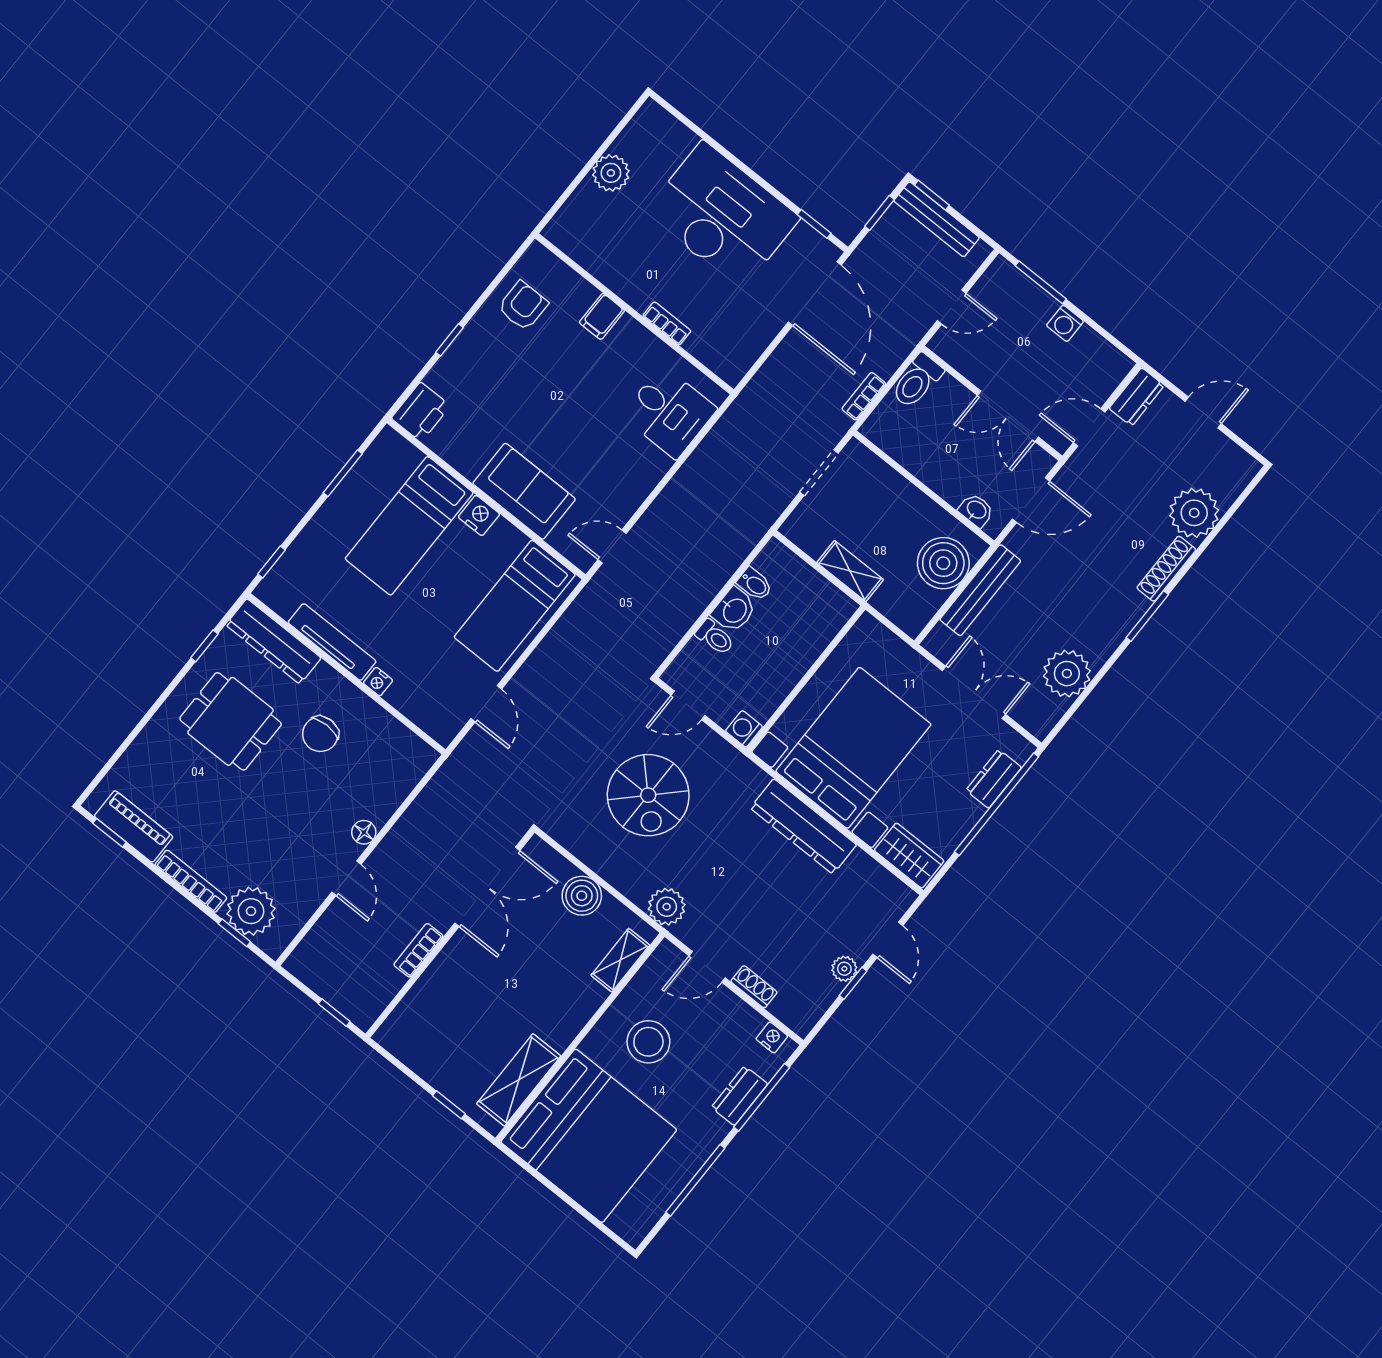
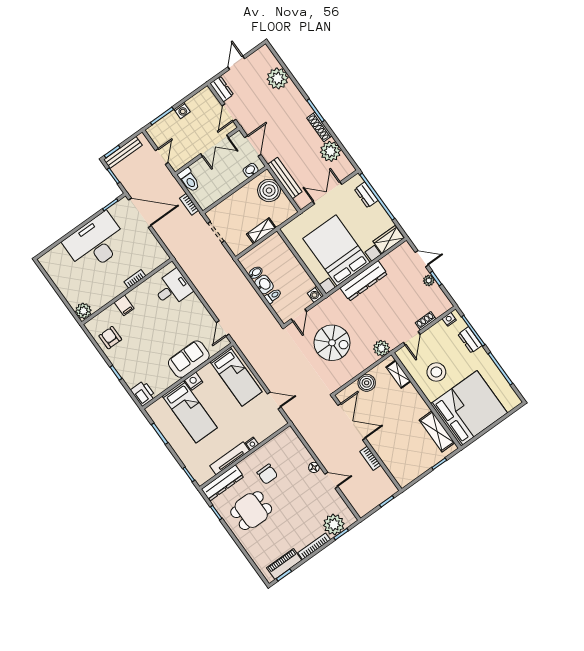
plant: (611, 173) -> (83, 311), moved
shoe rack: (1166, 569) -> (319, 127), moved

